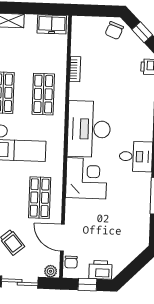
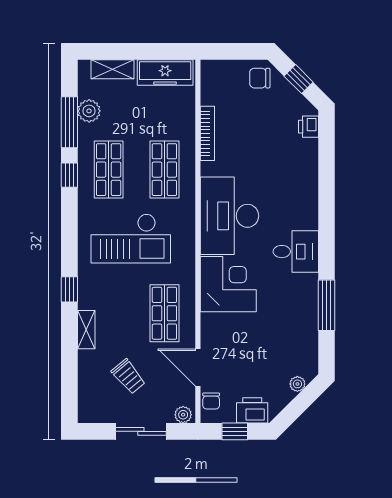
freezer: (52, 24) -> (165, 73), width x1.40
chair: (114, 31) -> (260, 78), turned 69
bookcase: (75, 69) -> (207, 133), width x1.56
plant: (134, 252) -> (297, 384), added

